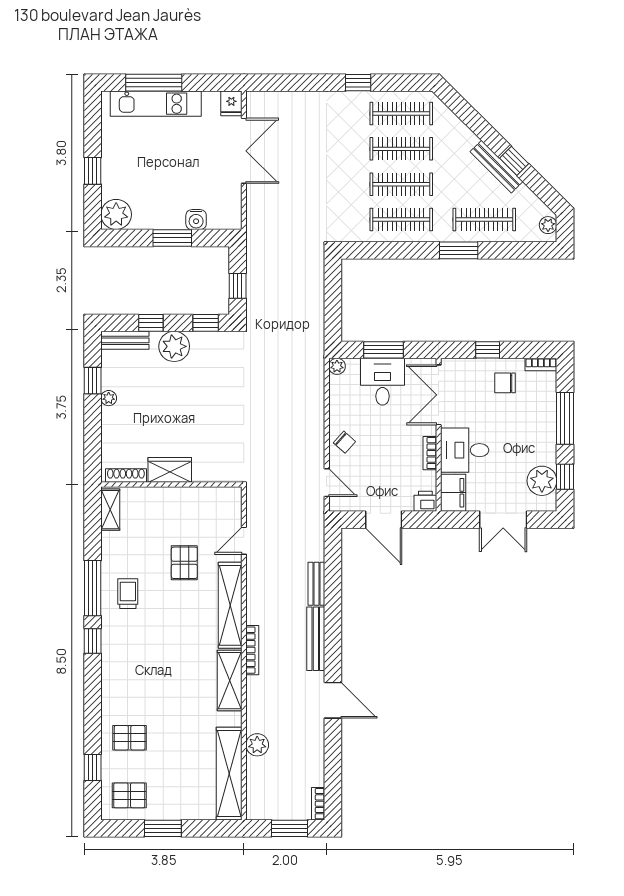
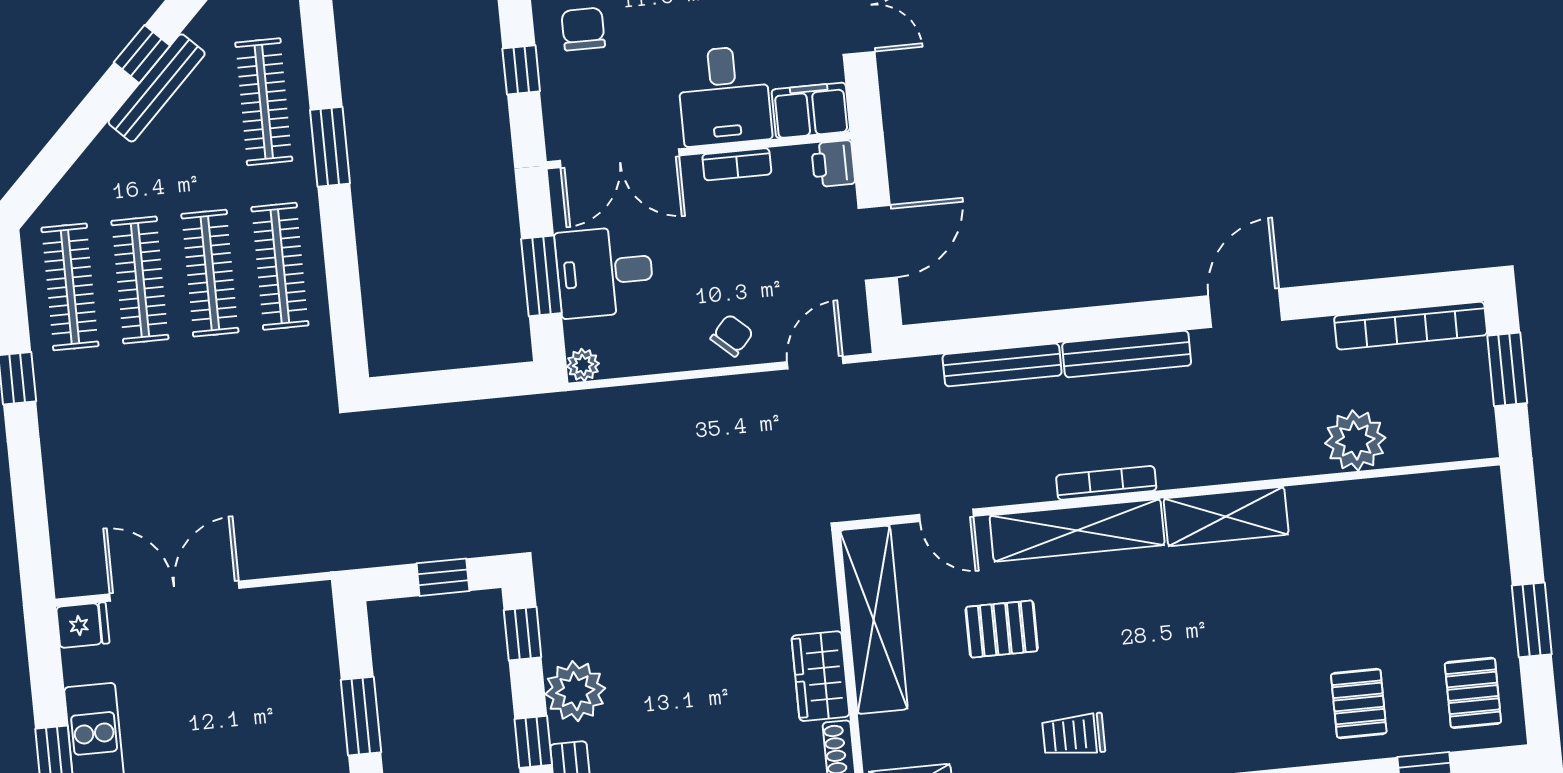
water cooler: (196, 220) -> (320, 672), removed
chair: (505, 383) -> (583, 29), turned 180
bench: (316, 584) -> (1002, 365), width x1.36
bookcase: (252, 650) -> (1106, 483), moved
plant: (257, 745) -> (1355, 440), width x1.36, depth x1.36
shelving: (229, 774) -> (874, 620), moved, turned 90
bookcase: (318, 804) -> (1411, 326), width x2.31, depth x1.31

